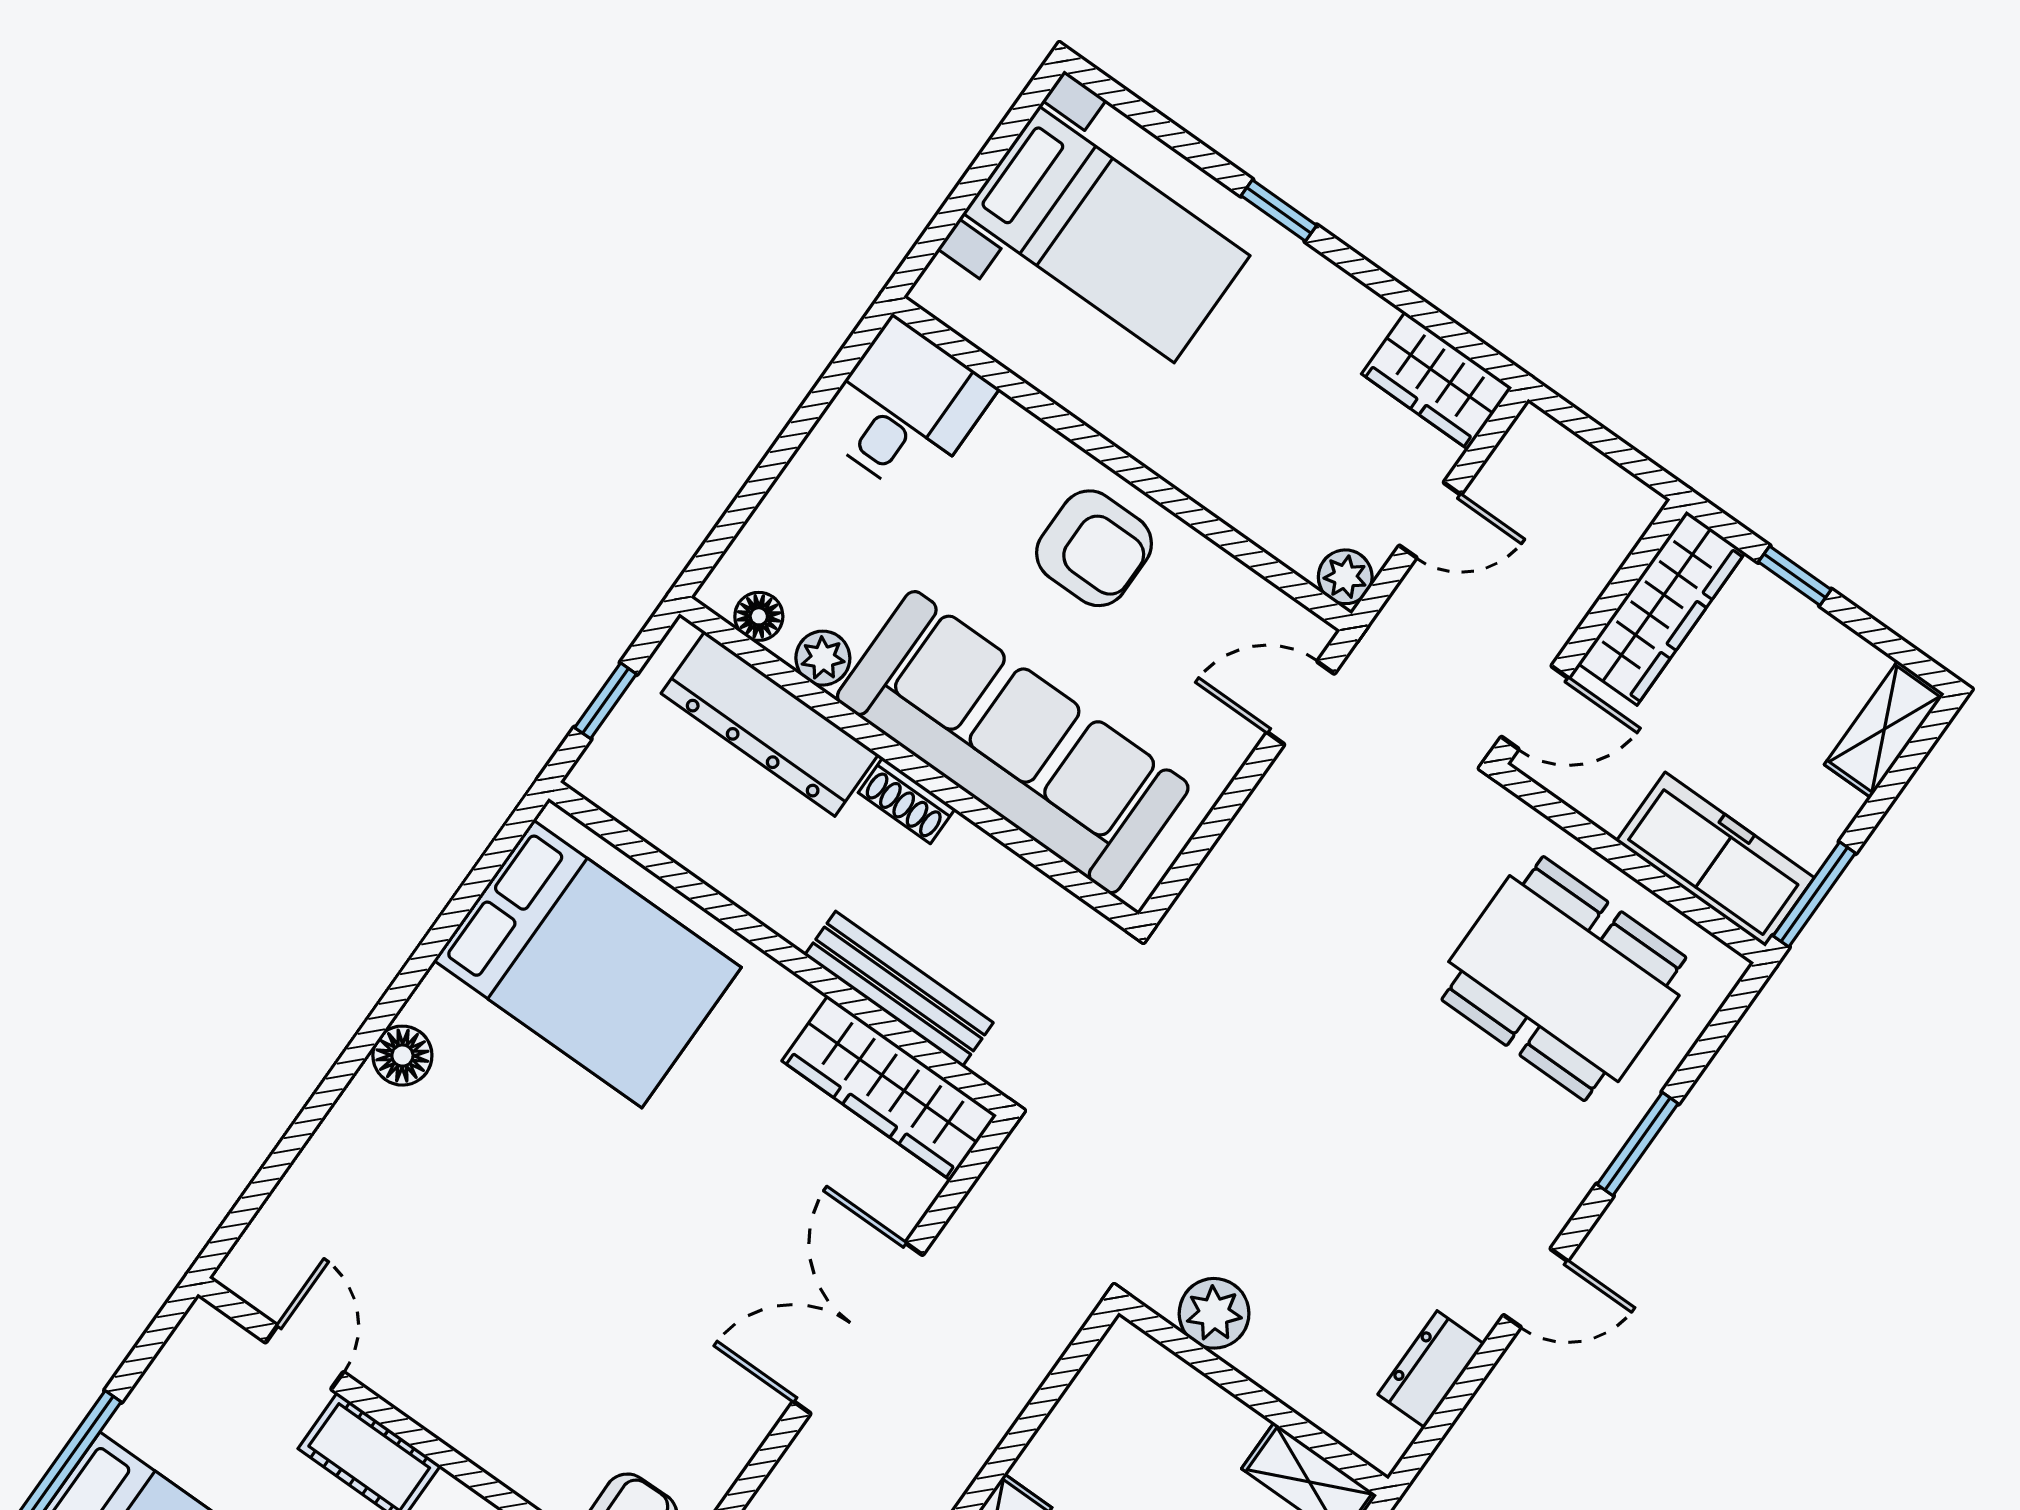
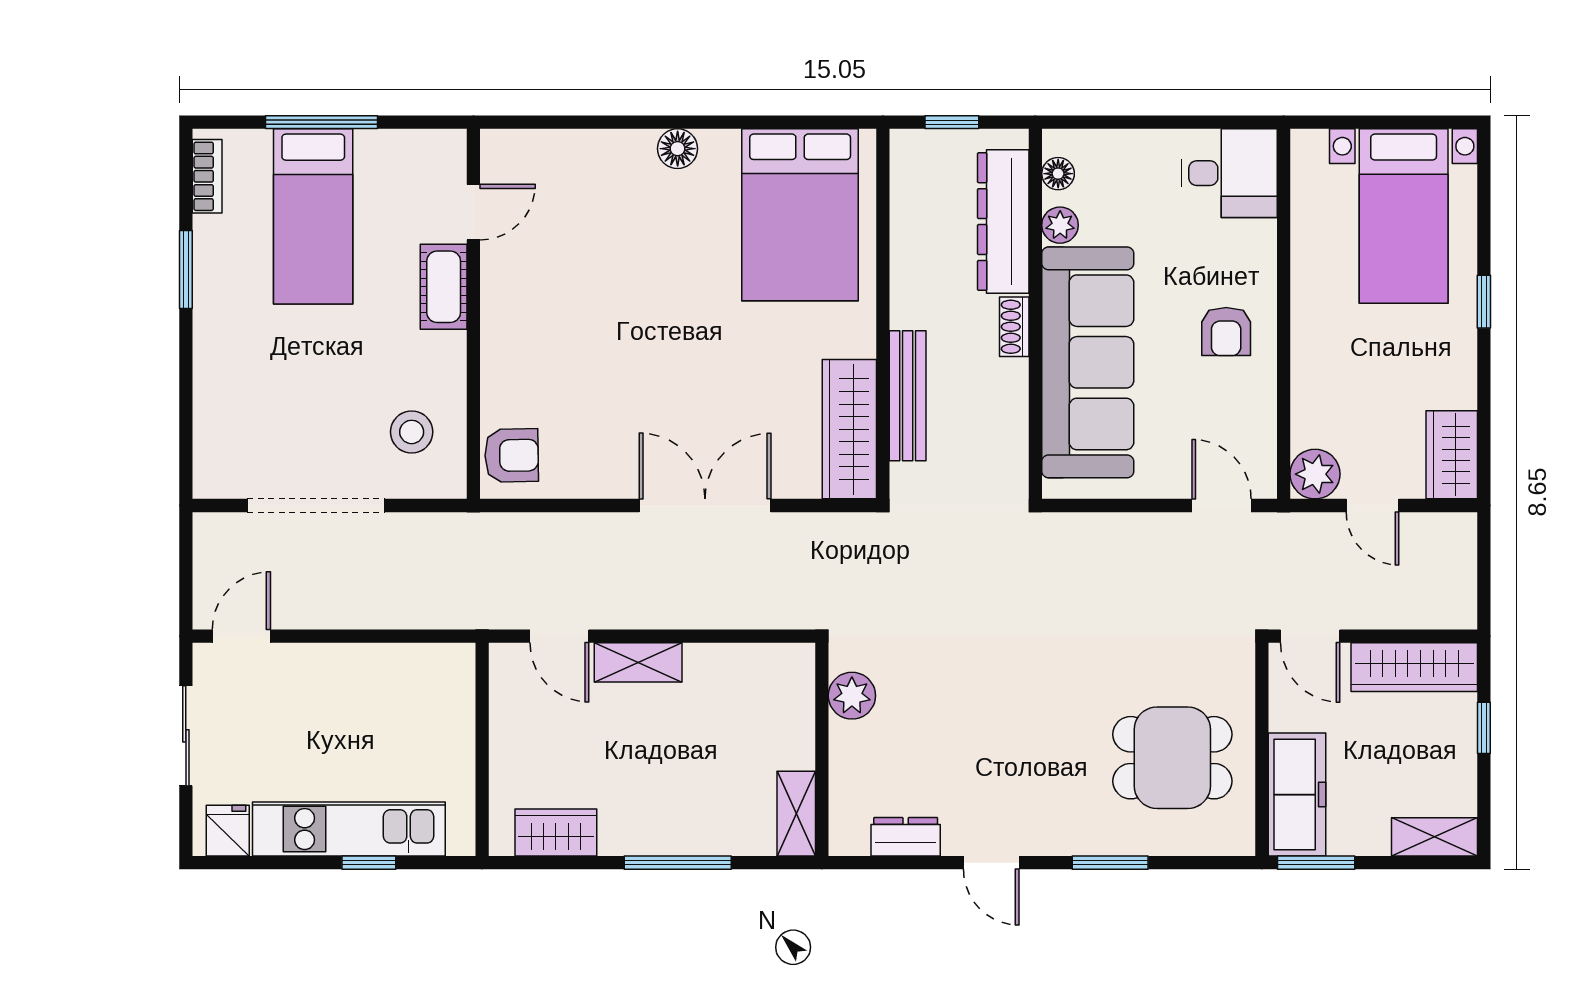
armchair: (1094, 548) -> (1226, 332), width x0.72, depth x0.72
plant: (1345, 577) -> (1315, 474), width x1.38, depth x1.38
dining table: (1564, 979) -> (1172, 758), width x0.73

